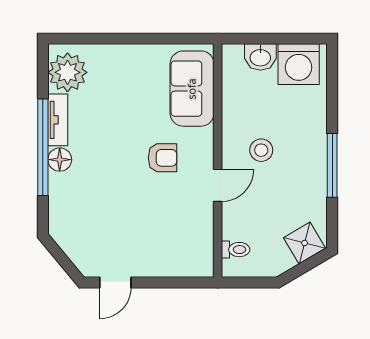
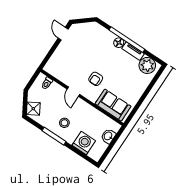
washing machine: (299, 64) -> (84, 143), moved, turned 90
stool: (261, 150) -> (64, 123), moved

